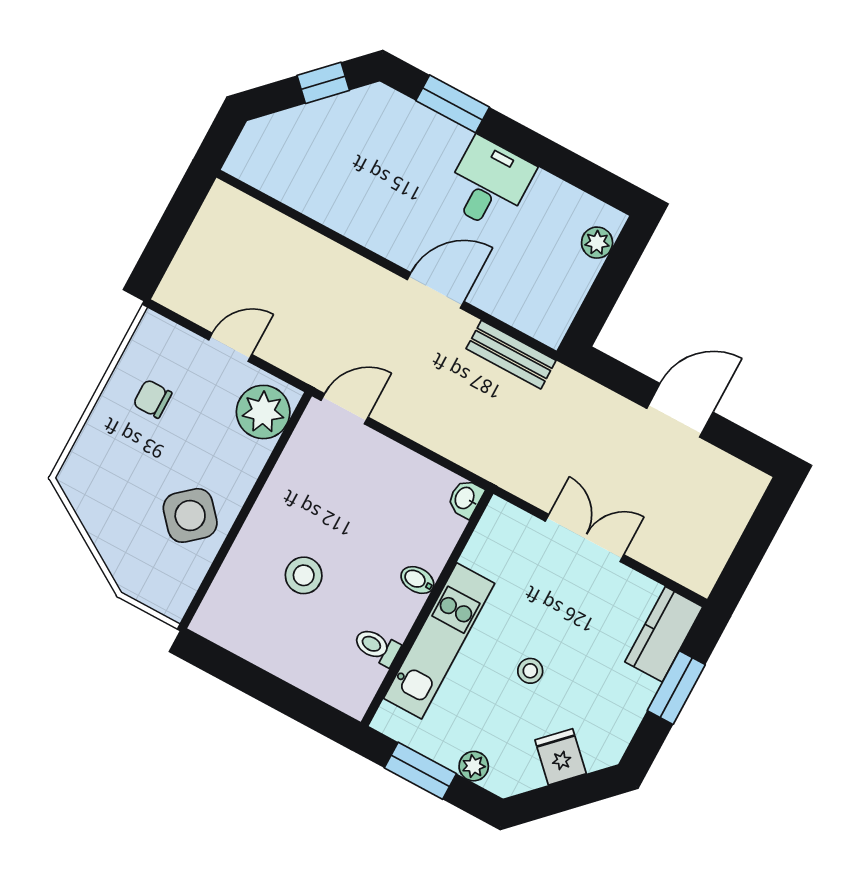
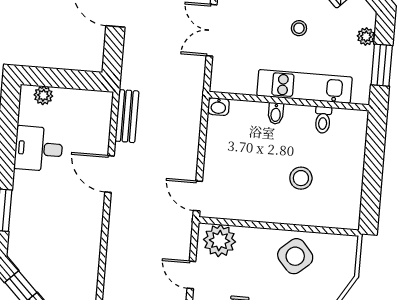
desk: (489, 184) -> (39, 149), moved

